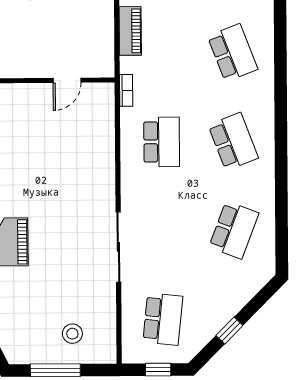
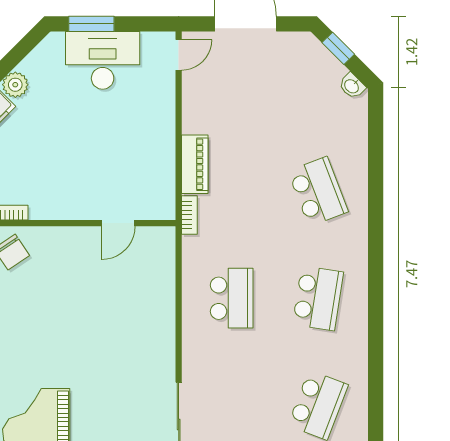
bookcase: (126, 90) -> (189, 215), moved
school desk: (233, 141) -> (318, 298), turned 30

